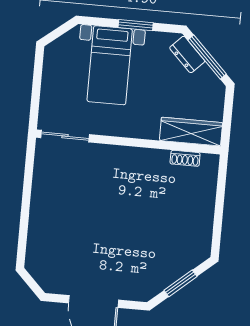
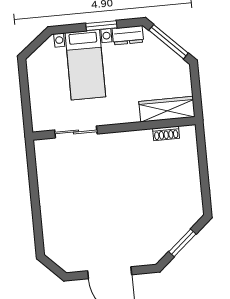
dresser: (187, 54) -> (128, 35), moved, turned -45
sliding door: (65, 136) -> (76, 132), moved

